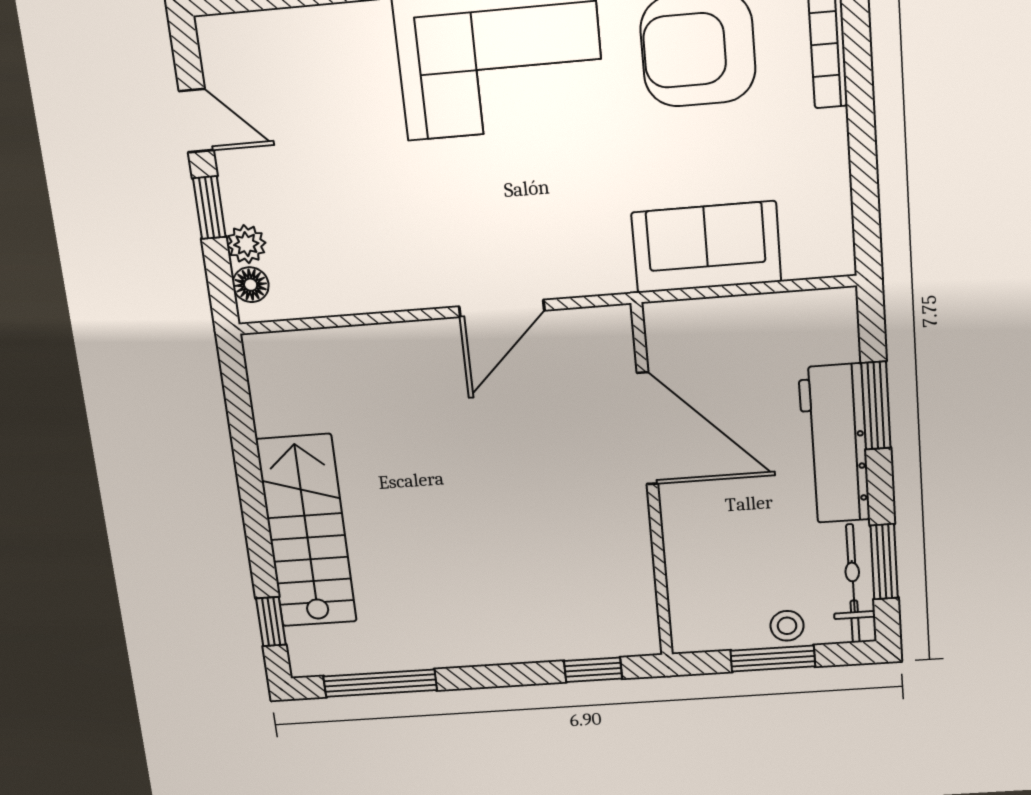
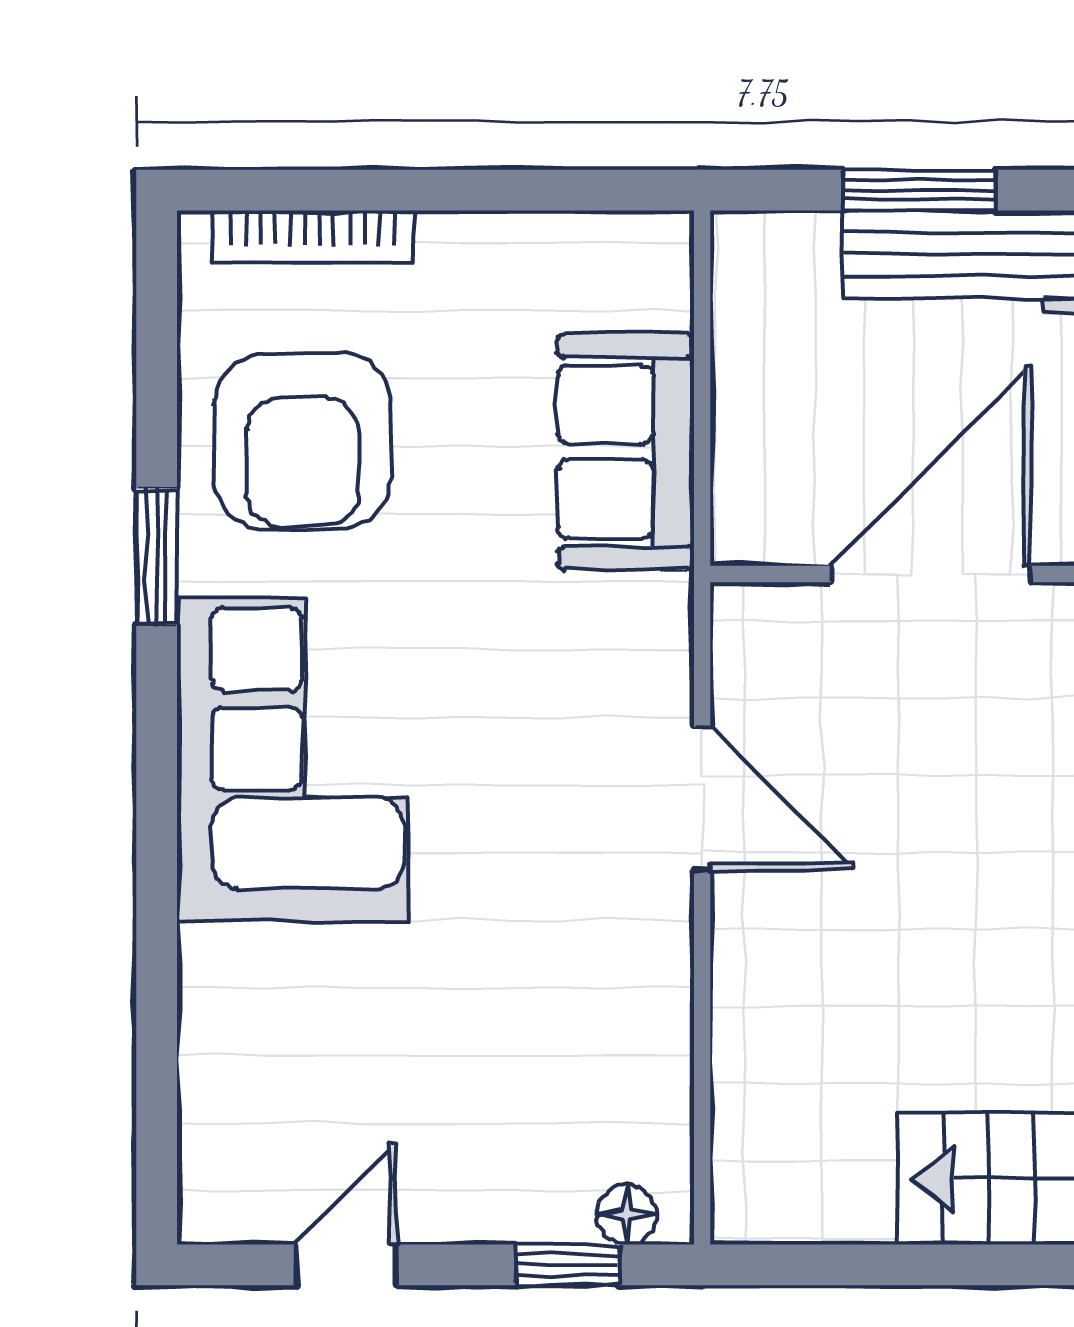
window: (209, 208) -> (568, 1265), moved
plant: (246, 244) -> (558, 1212), removed

